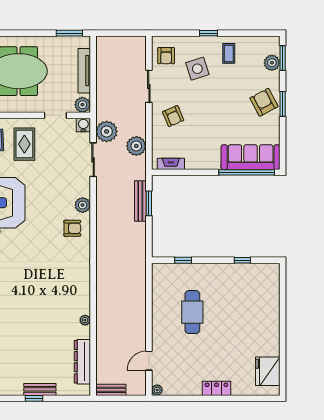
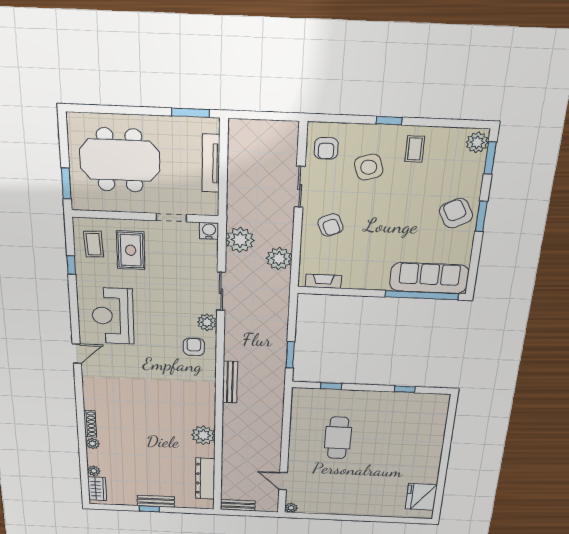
plant: (272, 63) -> (477, 142), moved
plant: (82, 105) -> (208, 206), removed
sliding door: (93, 160) -> (221, 291), moved
bench: (140, 201) -> (230, 382), moved
window: (149, 203) -> (290, 355), moved
armchair: (72, 228) -> (194, 347), turned -90
plant: (85, 320) -> (203, 435), width x1.88, depth x1.88
door: (149, 361) -> (283, 481), hinge flipped
locker: (216, 388) -> (360, 509), removed

